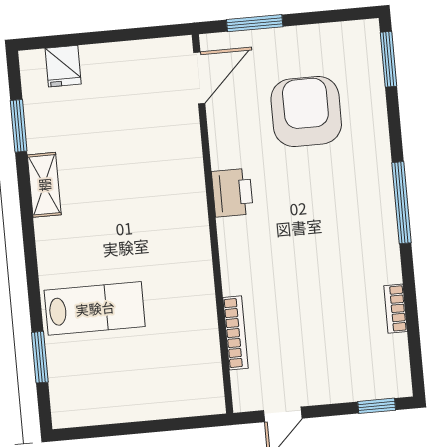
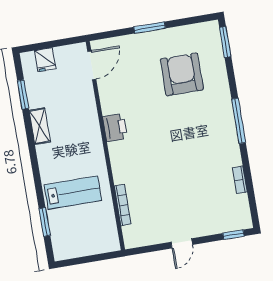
door: (199, 78) -> (92, 65), moved
printer: (232, 193) -> (115, 128), moved
wall: (213, 224) -> (105, 146), moved
bookcase: (235, 333) -> (123, 205), moved

